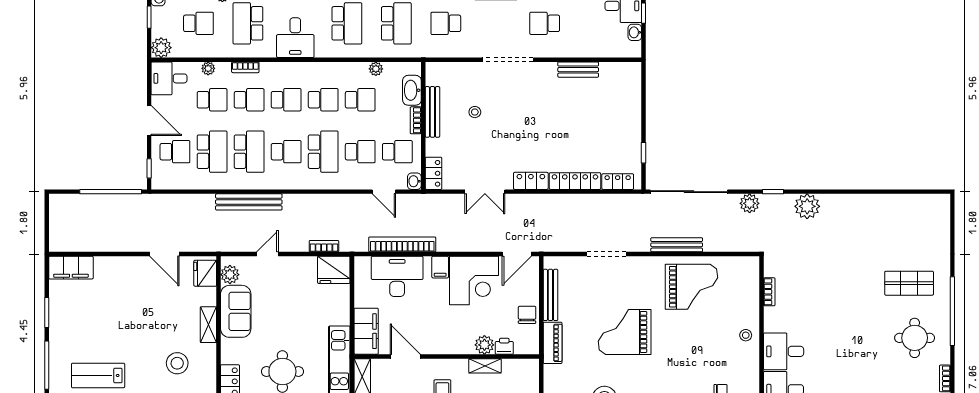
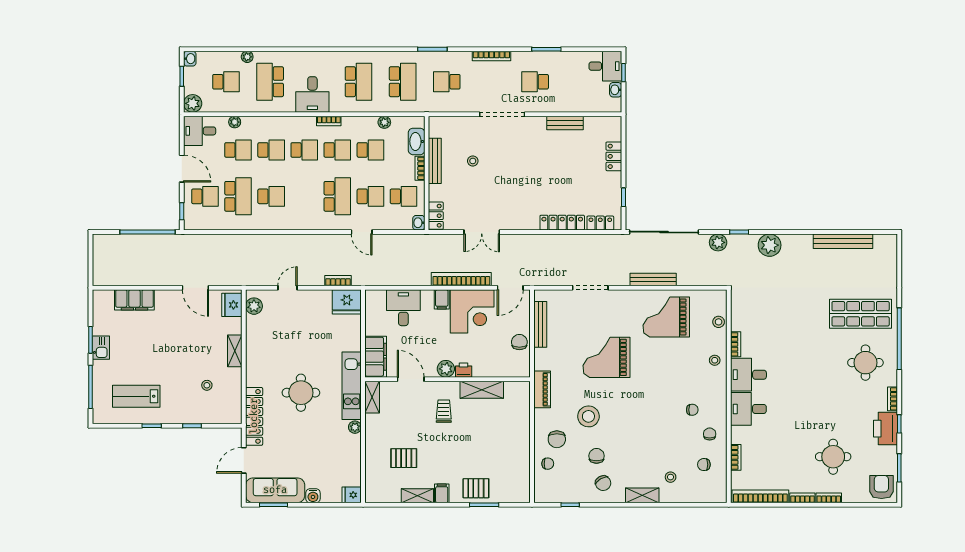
bookcase: (245, 67) -> (329, 121), moved
school desk: (249, 152) -> (271, 196), width x0.54
school desk: (286, 152) -> (304, 196), removed
locker: (531, 181) -> (614, 156), moved, turned -90
door: (384, 192) -> (362, 232), moved
bench: (249, 202) -> (843, 241), moved
bookcase: (402, 244) -> (461, 279), moved
filing cabinet: (71, 268) -> (134, 300), moved
desk: (397, 276) -> (403, 308), width x0.73
shop shelf: (909, 283) -> (861, 314), width x1.43, depth x1.36
grand piano: (692, 287) -> (666, 317), turned 180
stool: (750, 292) -> (719, 322), added
bookcase: (769, 292) -> (736, 344), moved
sofa: (236, 311) -> (259, 339), removed
kitchen sink: (58, 321) -> (101, 348), added
piano: (553, 343) -> (542, 389), moved
plant: (484, 345) -> (446, 369), moved
printer: (504, 346) -> (464, 370), moved
stool: (177, 363) -> (207, 385), width x0.53, depth x0.53
shelving: (485, 366) -> (482, 390), width x1.50, depth x1.33

